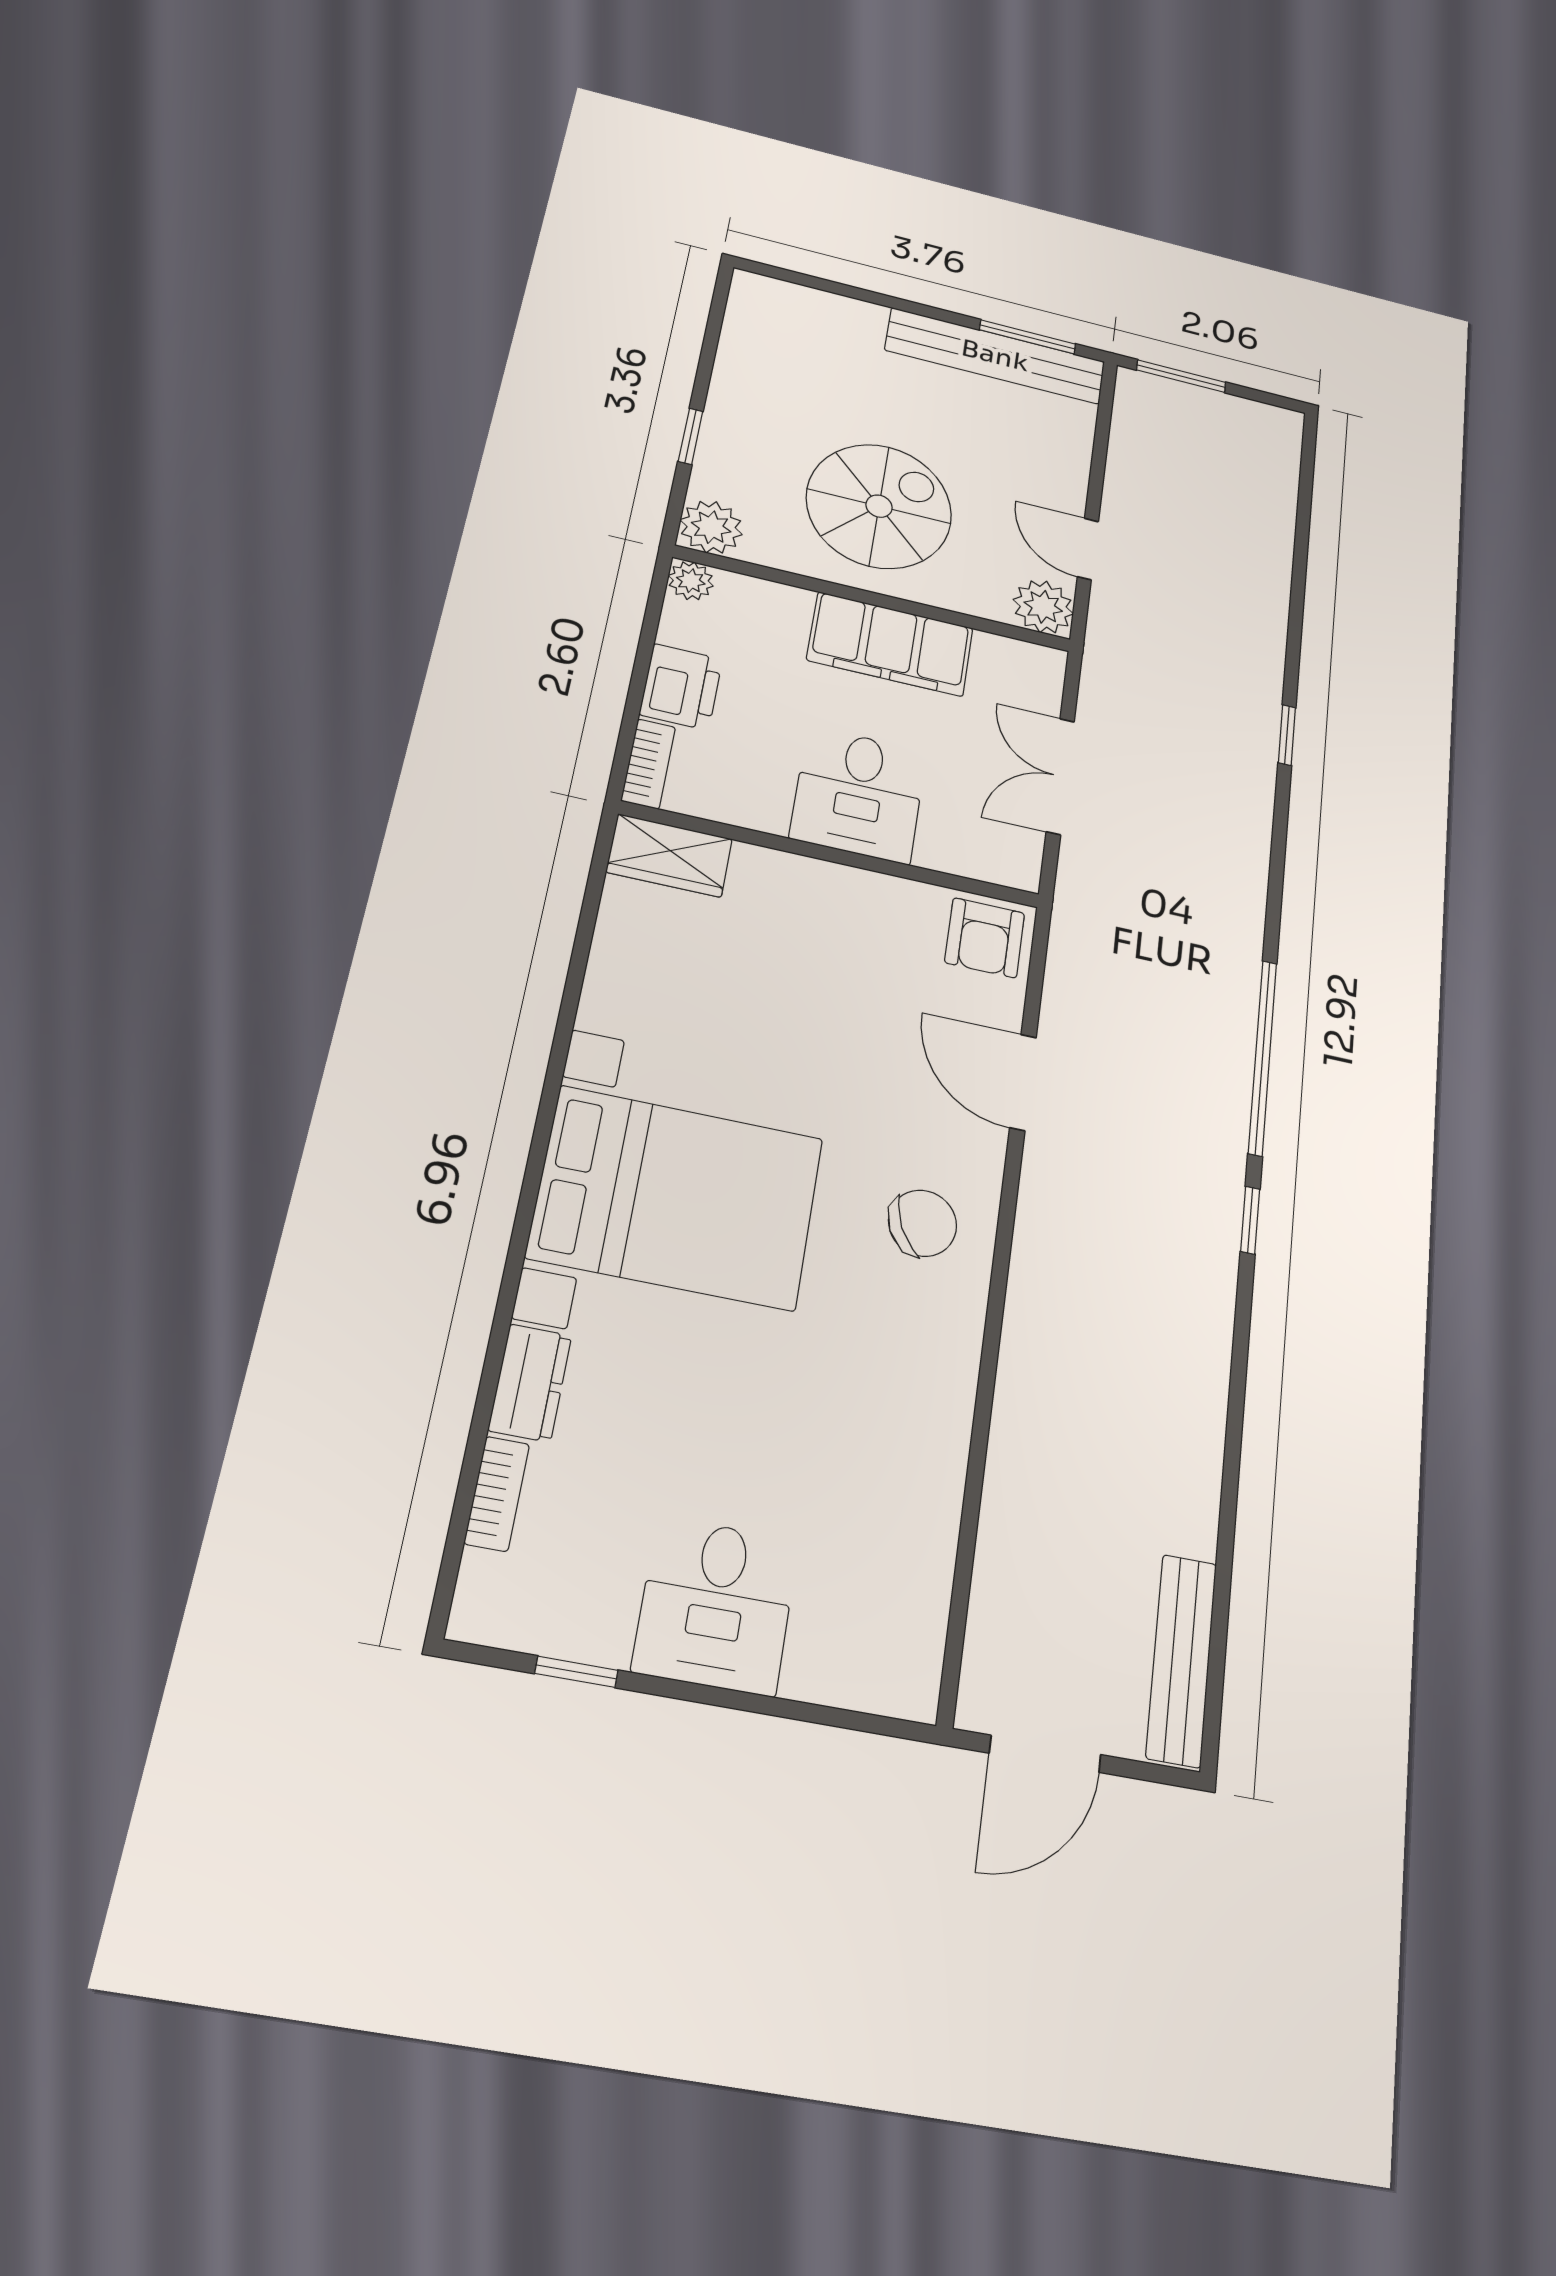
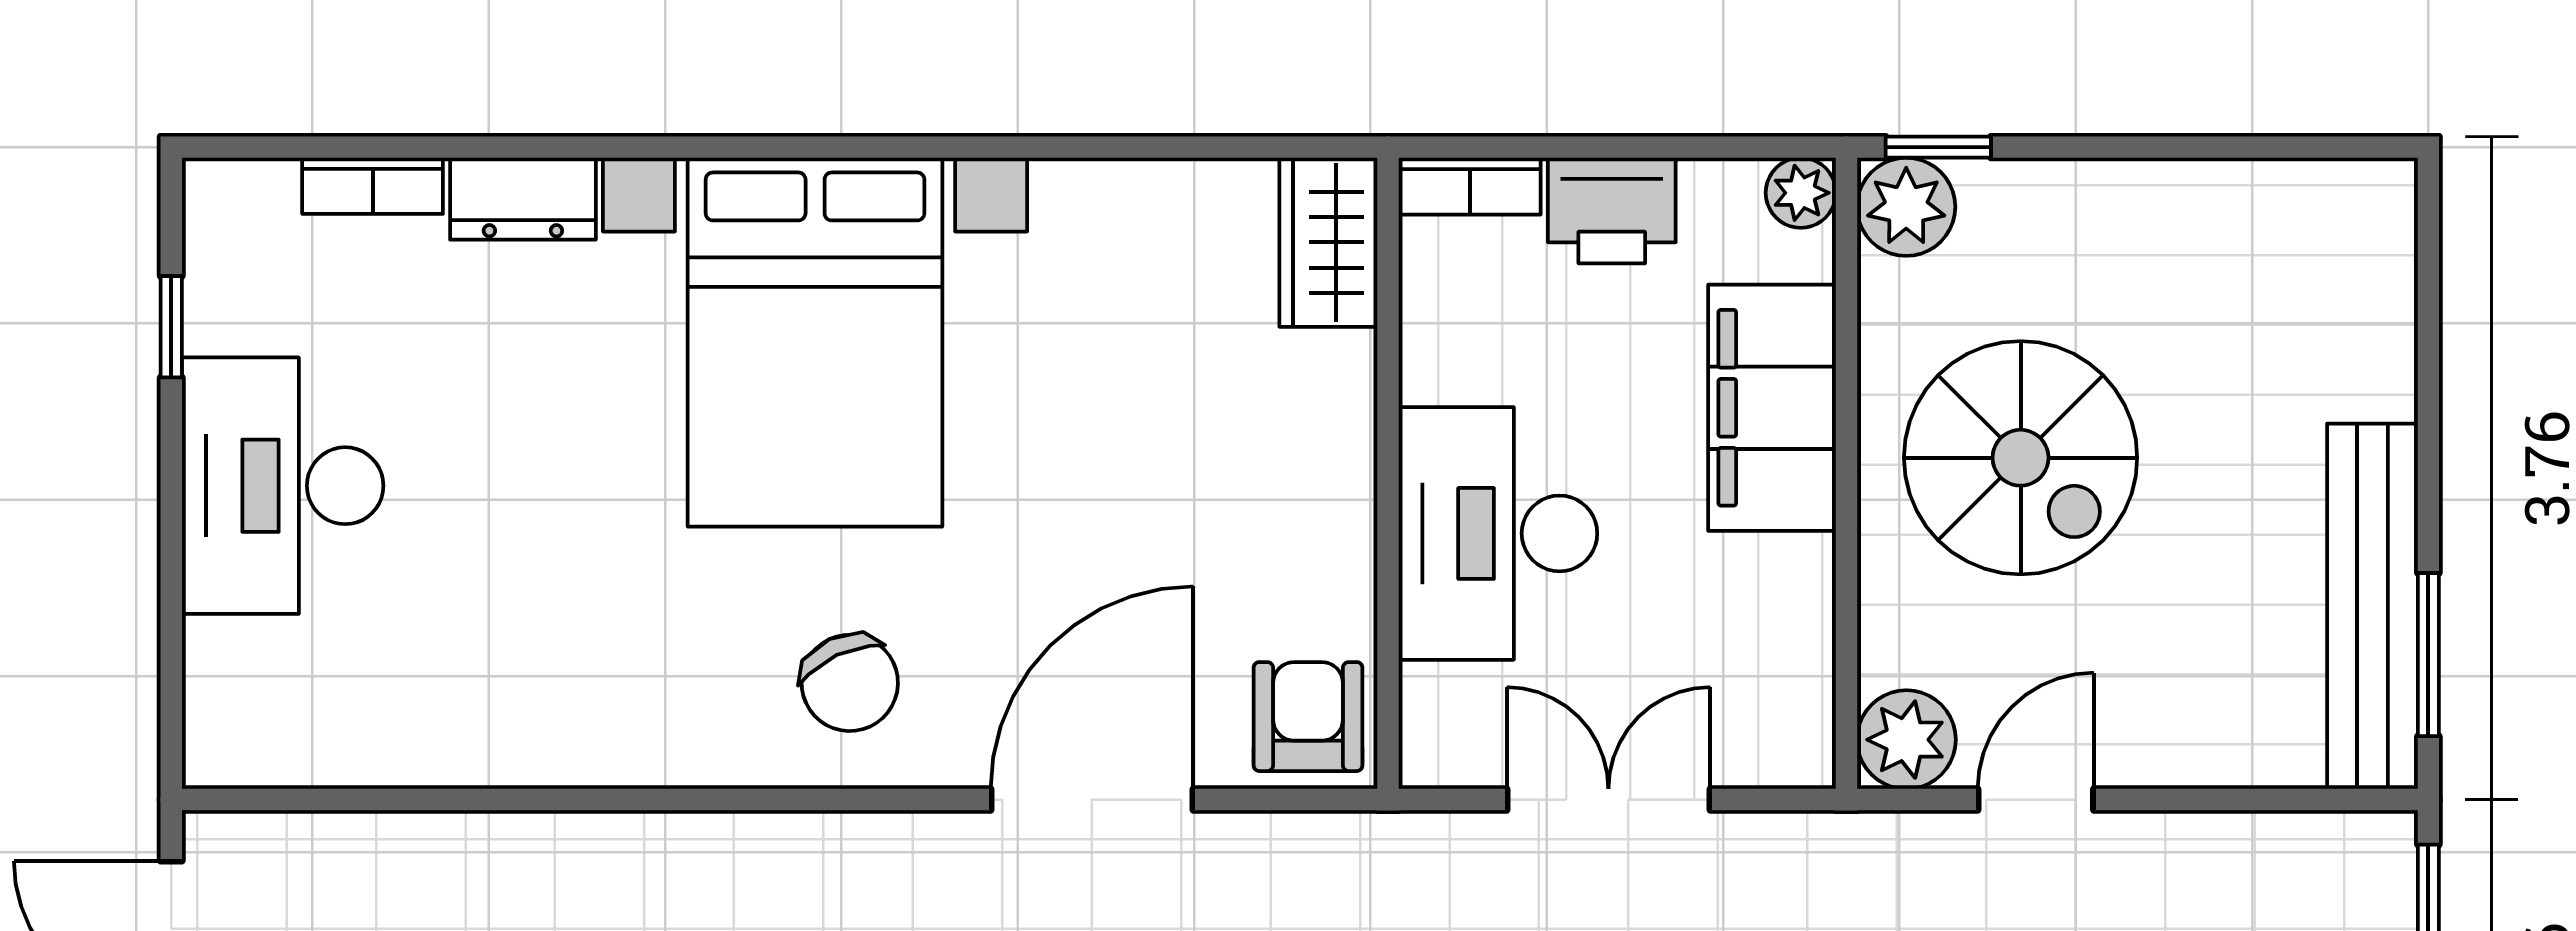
window: (691, 436) -> (1938, 147), moved
filing cabinet: (890, 644) -> (1772, 408), moved
desk: (859, 795) -> (1498, 533), width x1.37
armchair: (985, 938) -> (1308, 717), turned 90
door: (1023, 1082) -> (1092, 800), width x1.36
desk: (716, 1605) -> (283, 486), width x1.37

